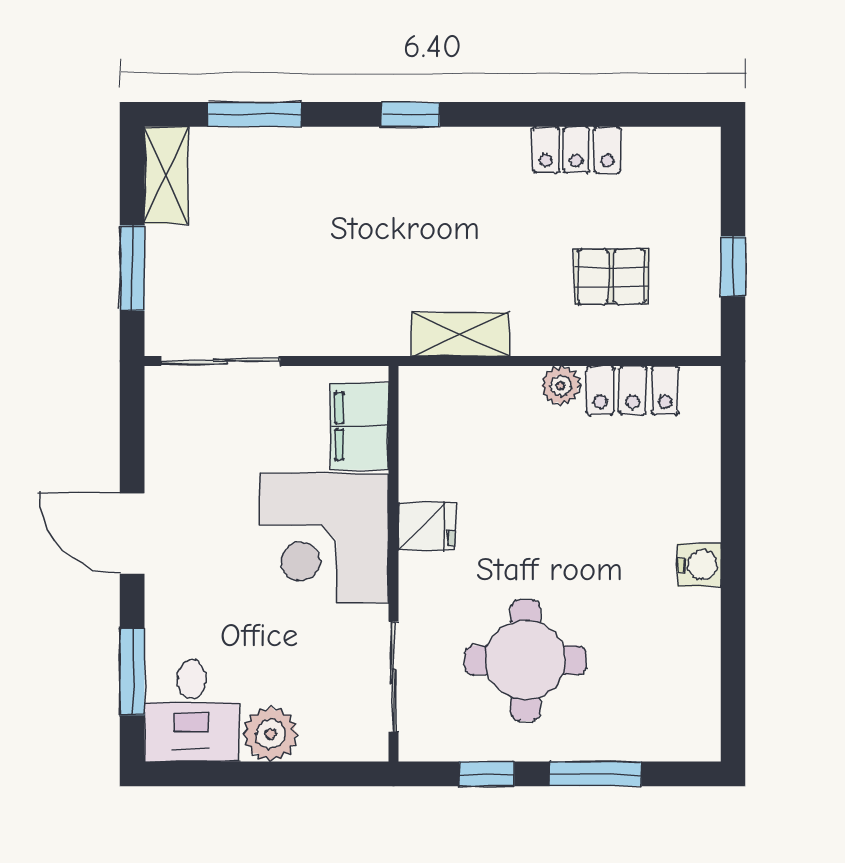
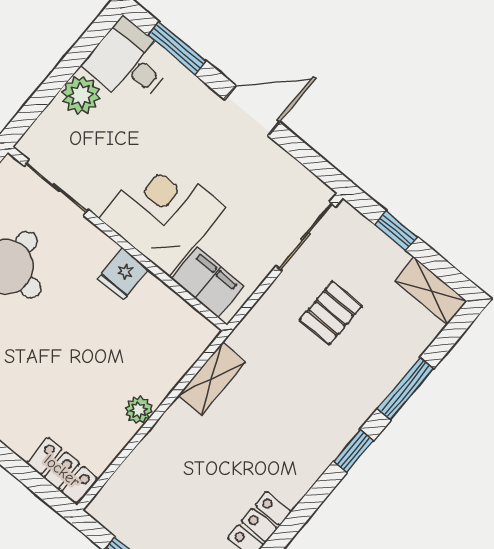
window: (254, 114) -> (406, 389), moved
window: (132, 268) -> (396, 231), width x0.67
pallet: (611, 277) -> (331, 313), moved
locker: (633, 390) -> (62, 471), moved, turned 90

